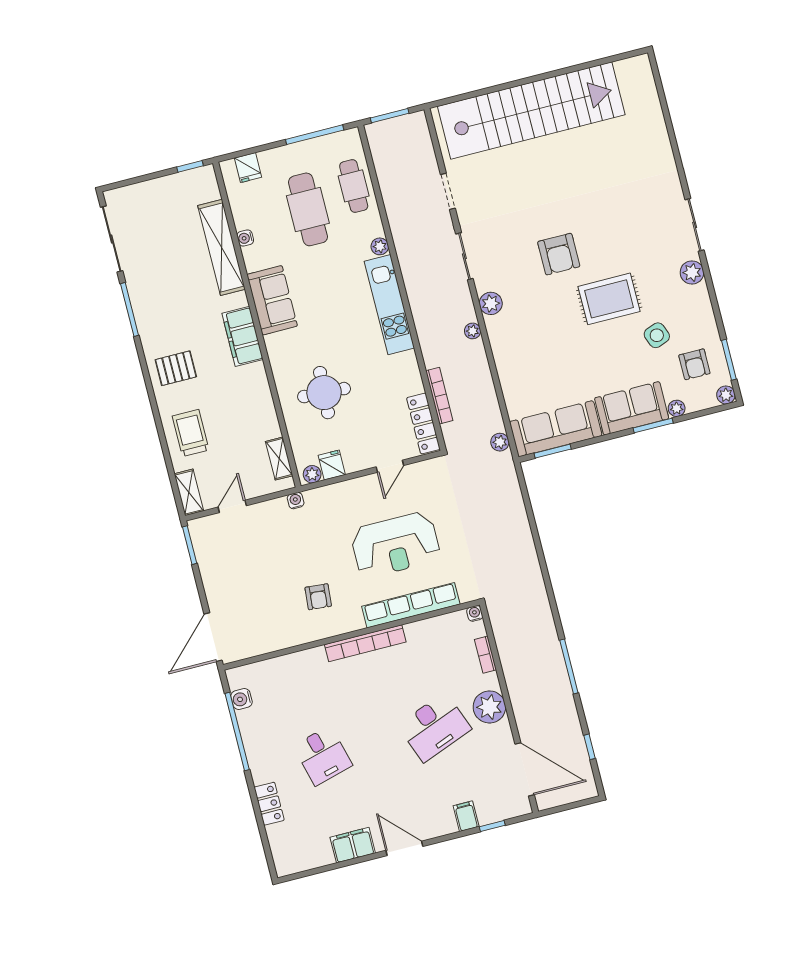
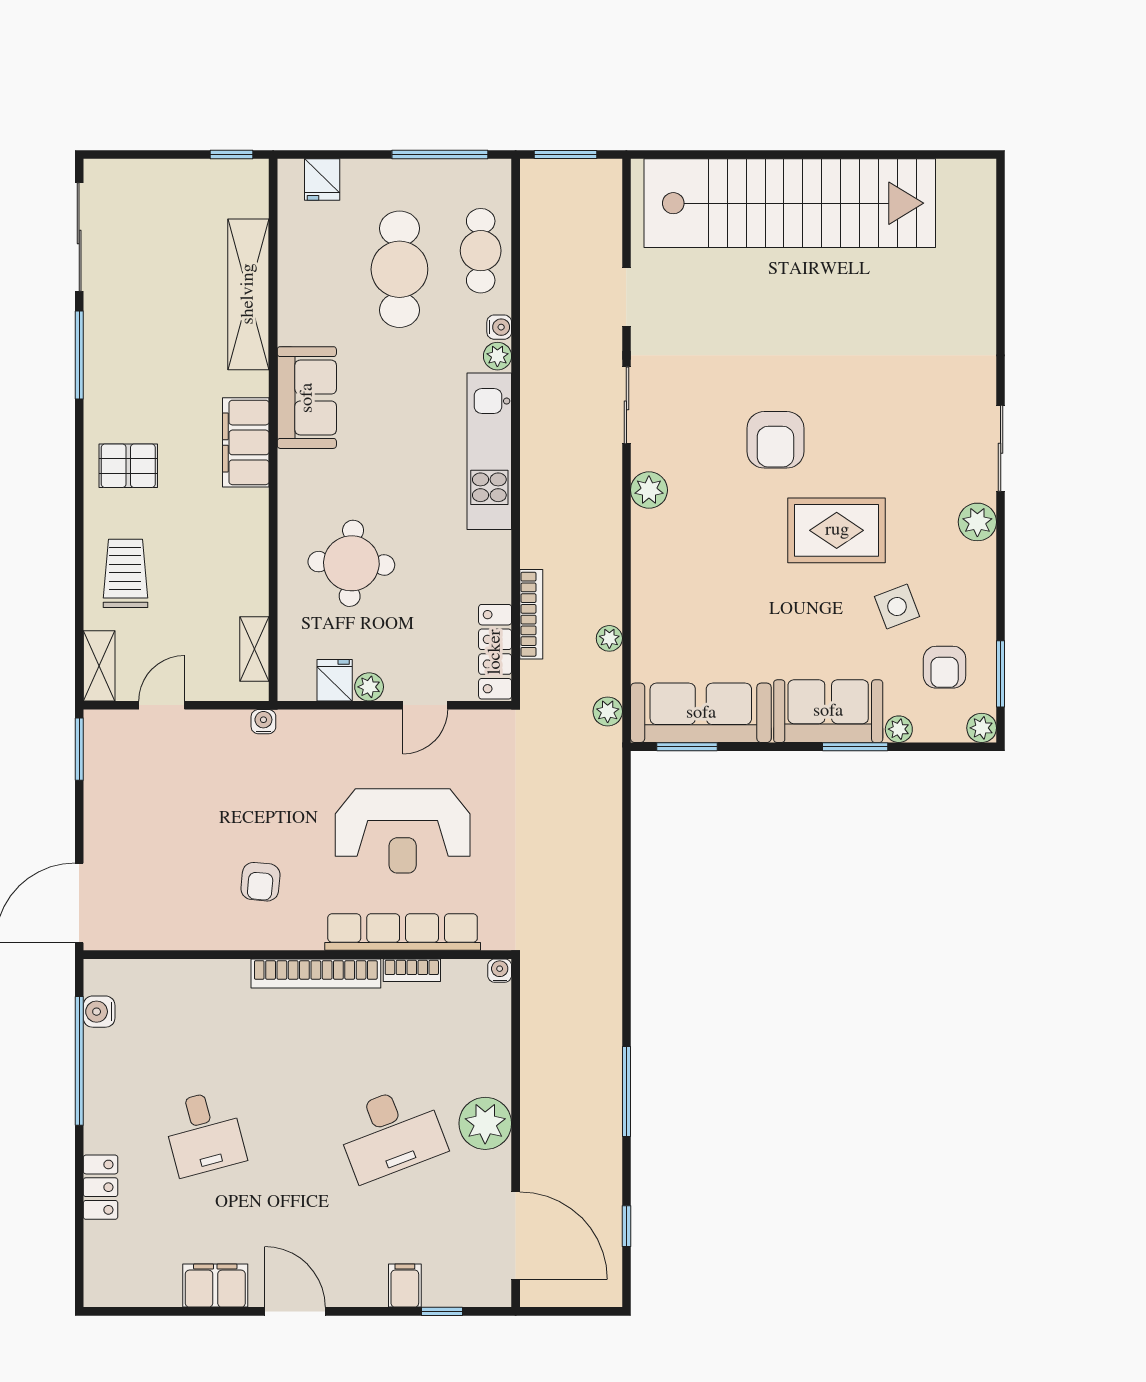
water cooler: (245, 238) -> (499, 327), moved, turned 180
plant: (473, 331) -> (609, 638), moved
plant: (312, 474) -> (369, 687), moved
bookcase: (485, 655) -> (412, 970), moved, turned -90

